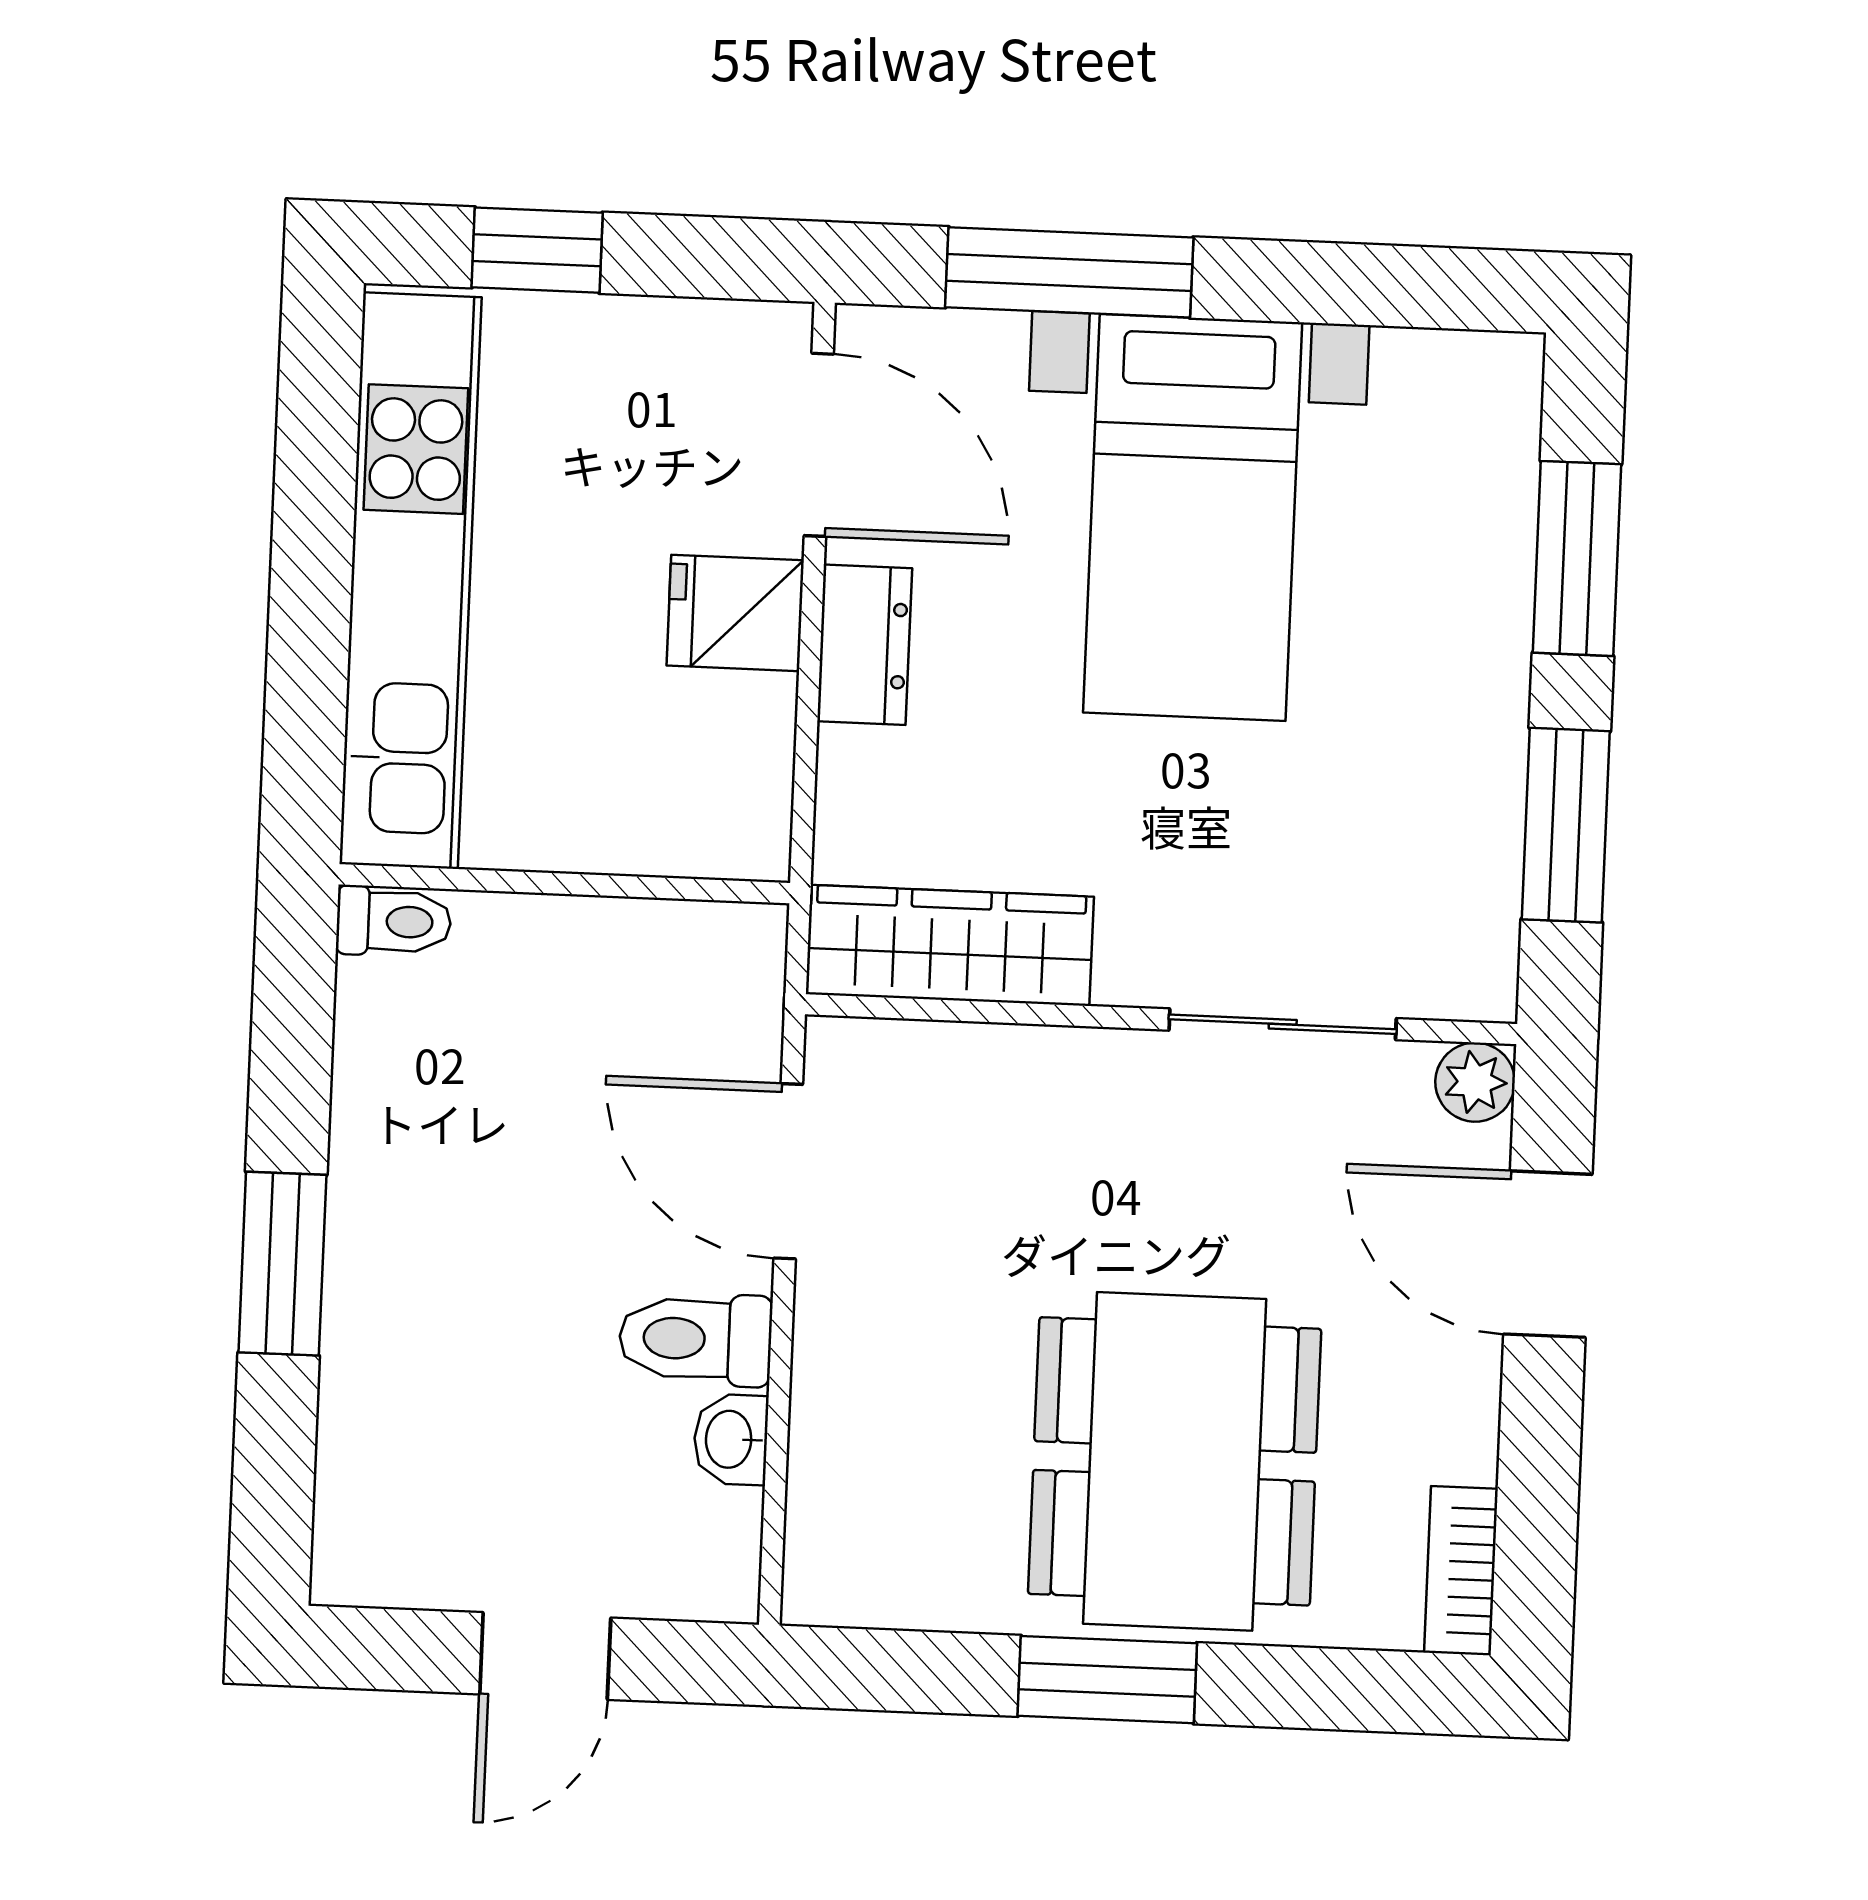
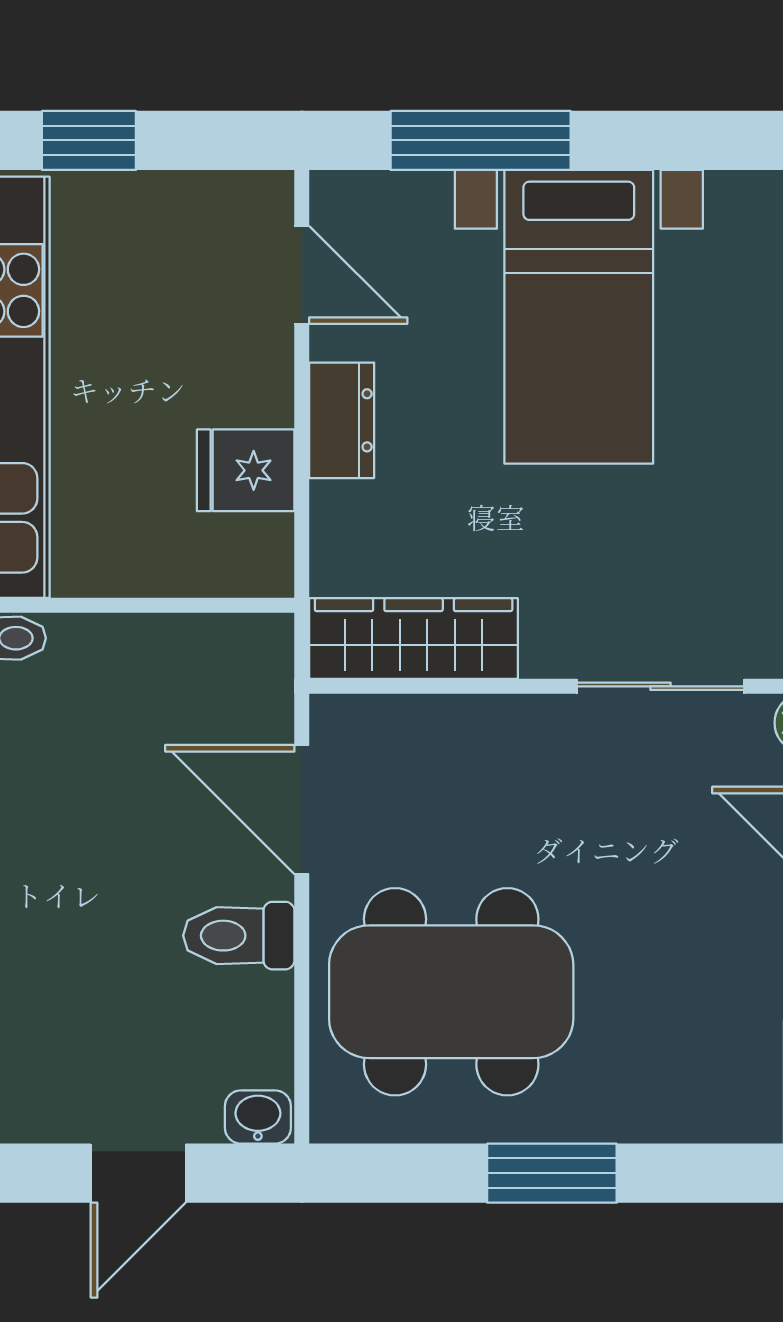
door: (819, 445) -> (302, 275), width x0.73
fridge: (735, 613) -> (246, 470), moved
washbasin: (731, 1439) -> (258, 1117), moved, turned 90
dining table: (1175, 1461) -> (451, 992), moved, turned 90

